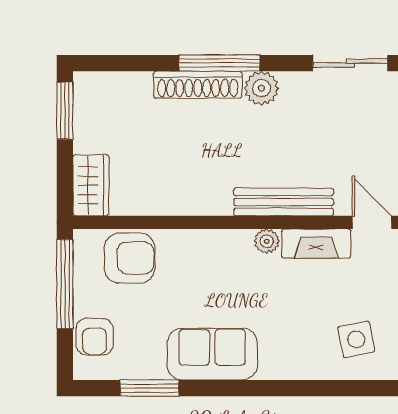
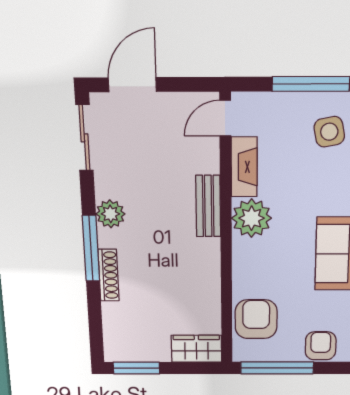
shoe rack: (198, 85) -> (109, 275), width x0.74, depth x0.81
bench: (284, 202) -> (208, 206), width x0.73
plant: (267, 241) -> (252, 218), width x1.88, depth x1.88
armchair: (95, 337) -> (321, 346), turned -90

